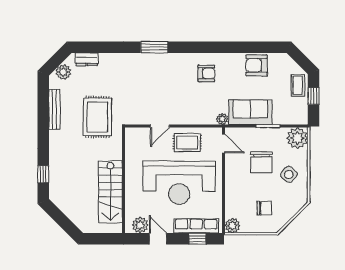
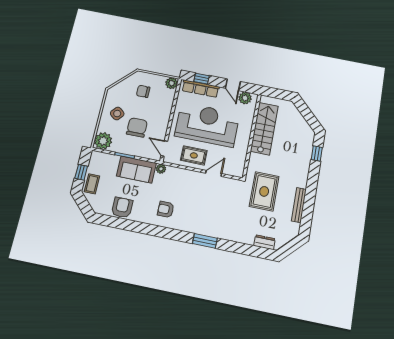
armchair: (257, 65) -> (122, 208), turned -90
plant: (63, 72) -> (286, 235), removed

